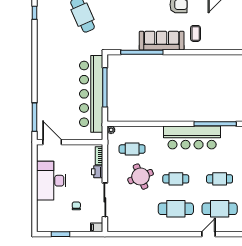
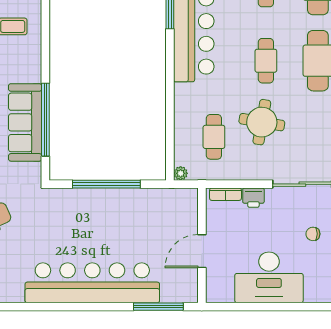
sofa: (162, 41) -> (25, 122), moved
bar counter: (91, 94) -> (92, 283), moved, turned 180
door: (52, 142) -> (202, 251), moved
round table: (141, 177) -> (262, 122), turned 32

